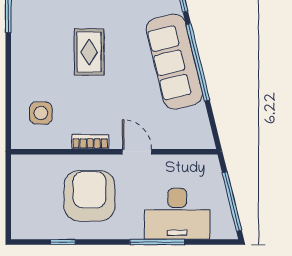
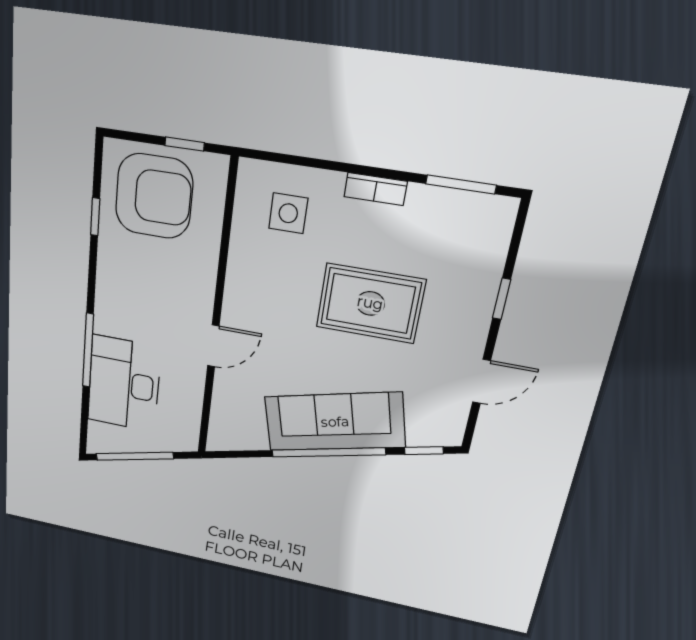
rug: (89, 52) -> (370, 303), width x1.36, depth x1.43
bookcase: (90, 142) -> (376, 189), moved, turned 90
window: (8, 185) -> (185, 144), added
armchair: (89, 196) -> (154, 196), moved

